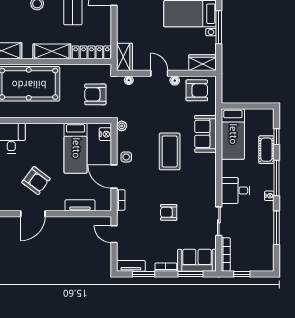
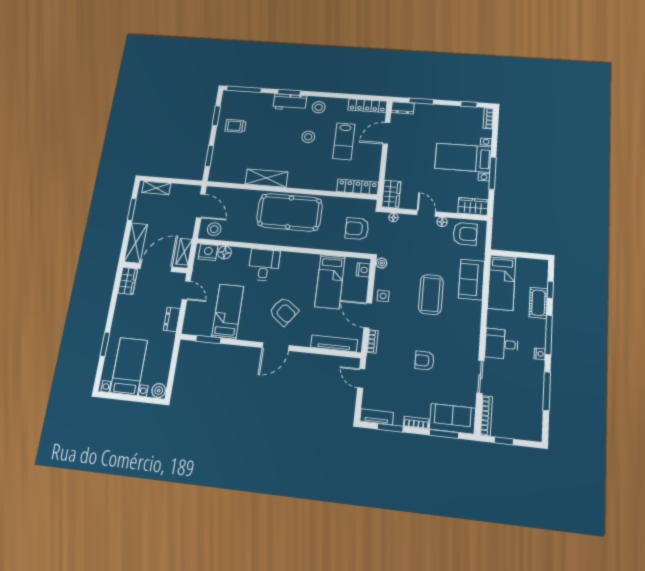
shelving: (52, 51) -> (317, 183), removed
tv unit: (80, 205) -> (334, 343), width x1.41

